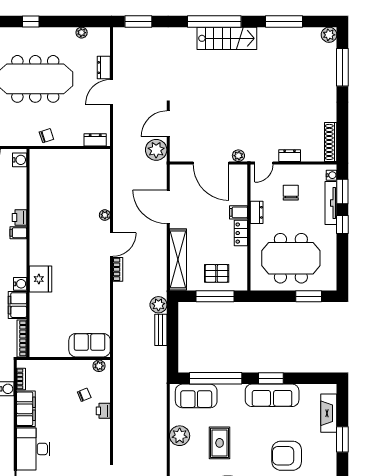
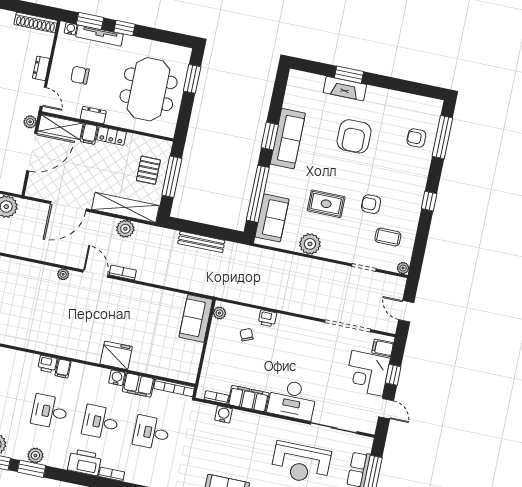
shelving: (239, 185) -> (60, 127), added
plant: (158, 305) -> (125, 229), moved
bench: (161, 330) -> (201, 242), width x1.36
fireplace: (329, 413) -> (345, 89), moved

